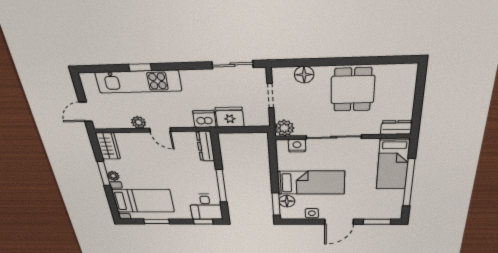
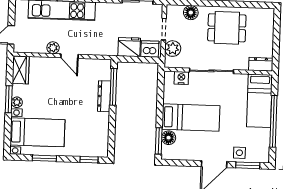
dining table: (353, 90) -> (227, 28), turned 90
dishwasher: (204, 119) -> (150, 49), moved
plant: (284, 128) -> (173, 49), moved
dresser: (205, 146) -> (104, 96), moved
window: (221, 186) -> (113, 87), moved
desk: (206, 207) -> (94, 142), removed
side table: (312, 213) -> (239, 153), moved

